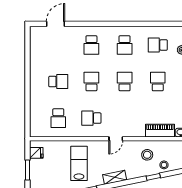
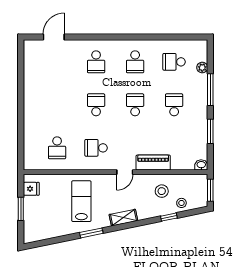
school desk: (58, 82) -> (57, 105), removed
piano: (160, 131) -> (153, 163), moved

